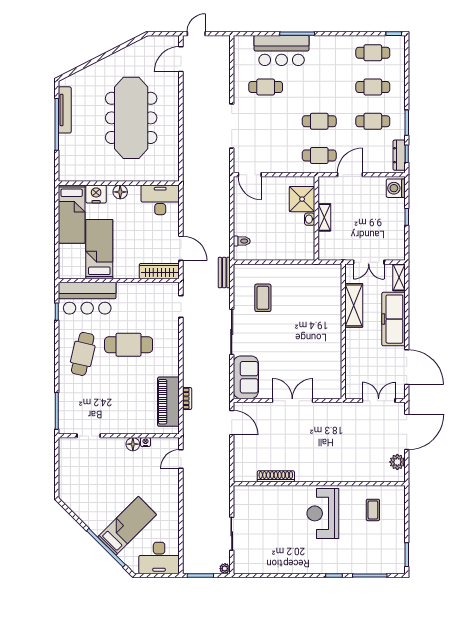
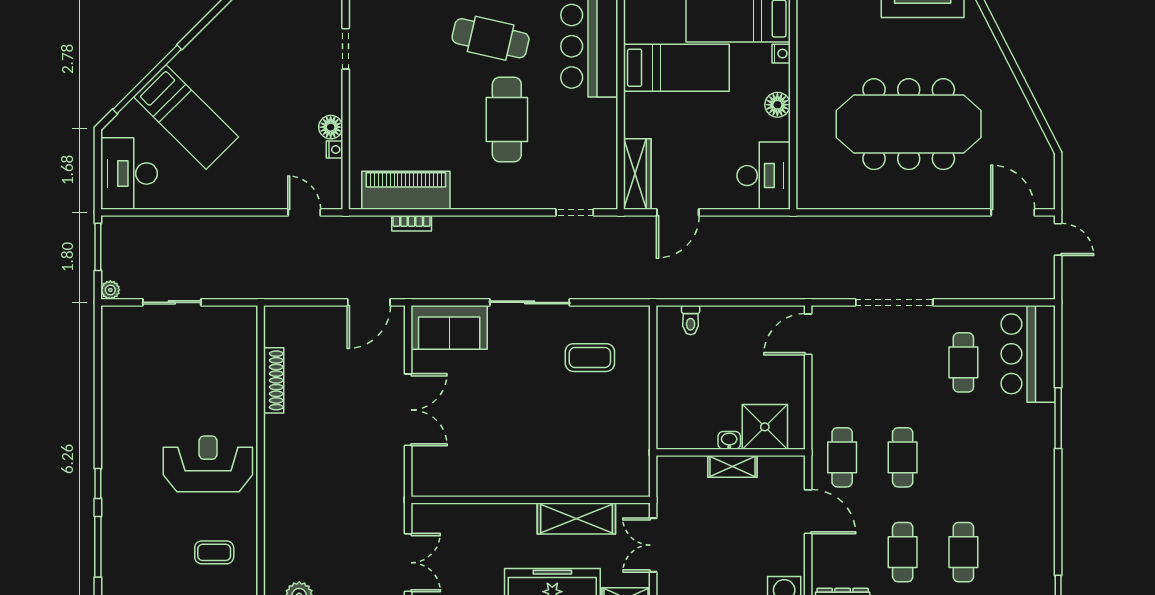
bar counter: (282, 50) -> (1028, 354), moved
cafe table: (373, 53) -> (1024, 552), removed
nightstand: (96, 194) -> (781, 54), width x0.53, depth x0.56
bench: (224, 273) -> (635, 289), removed

